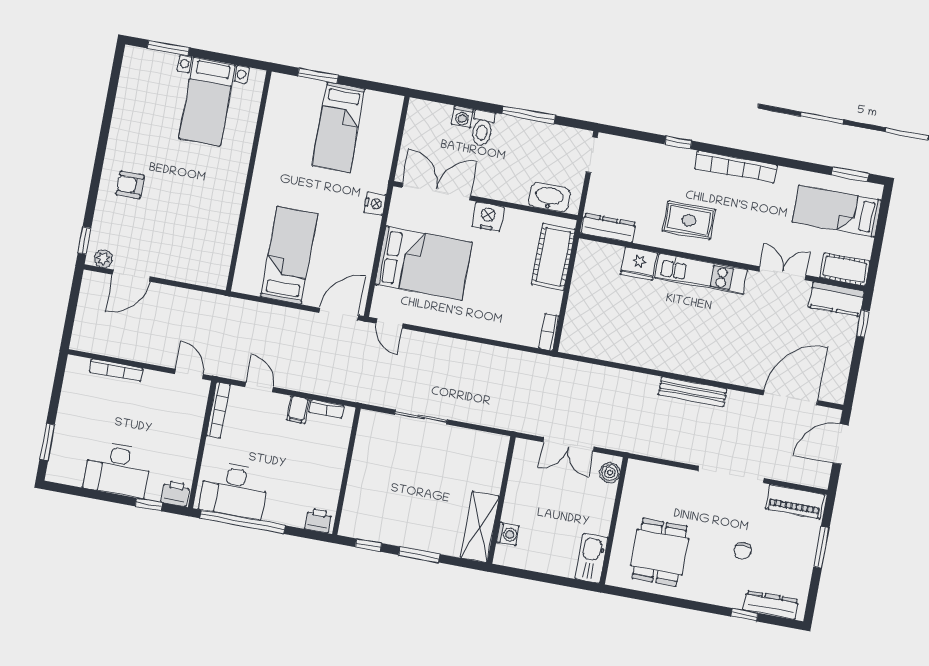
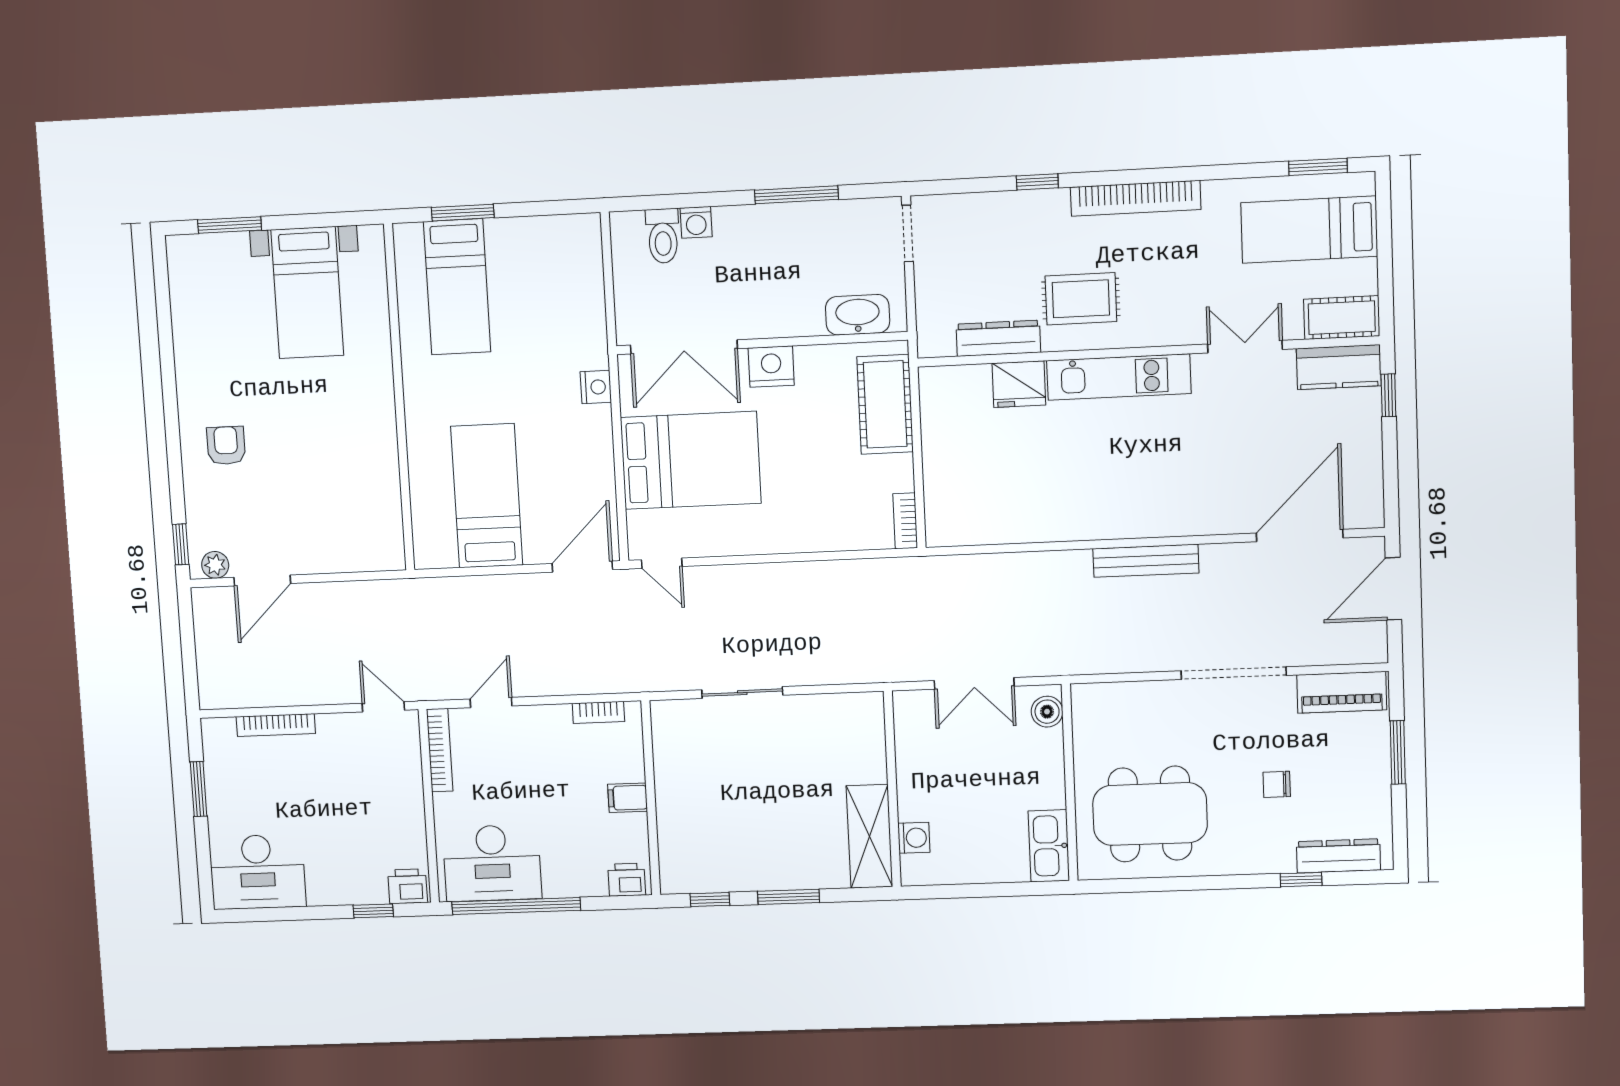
bed: (338, 127) -> (457, 287), moved
toilet: (483, 128) -> (663, 236), moved
armchair: (130, 185) -> (226, 446), turned 90
double door: (436, 192) -> (684, 347), swing flipped
dresser: (609, 228) -> (998, 338), moved
door: (259, 387) -> (491, 703), hinge flipped
filing cabinet: (298, 410) -> (628, 798), moved, turned 90
window: (47, 442) -> (199, 789), moved
desk: (118, 469) -> (258, 872), moved
chair: (742, 551) -> (1277, 784), turned 90
dining table: (660, 552) -> (1150, 814), width x1.37

